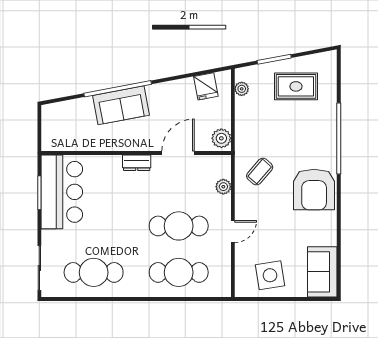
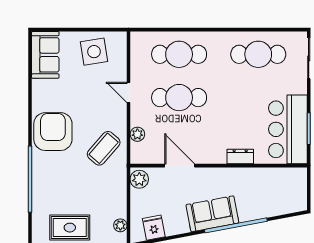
sofa: (121, 105) -> (212, 214), moved
door: (178, 153) -> (180, 166), swing flipped
dresser: (137, 163) -> (240, 156), moved
coffee table: (260, 172) -> (104, 148), width x1.36, depth x1.30
door: (233, 232) -> (129, 92), hinge flipped

